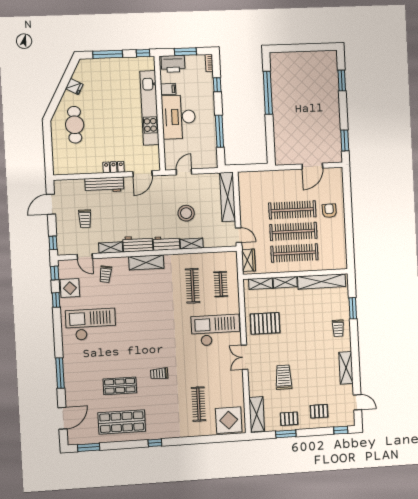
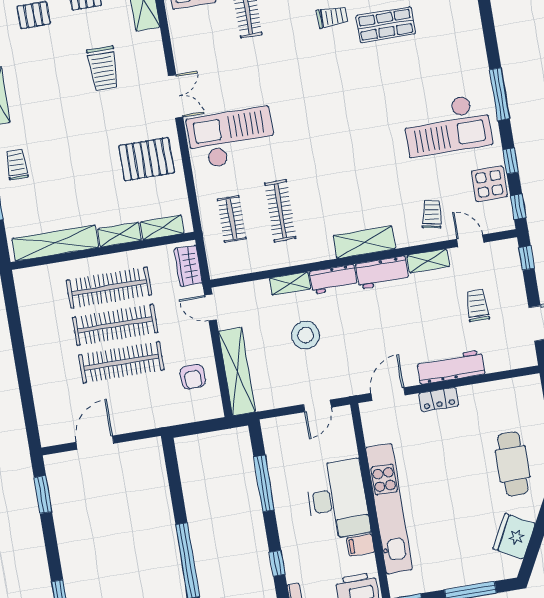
fridge: (74, 86) -> (514, 536), width x1.88, depth x1.34
armchair: (329, 211) -> (193, 377), moved
checkout: (216, 330) -> (231, 138), turned 180
window: (60, 373) -> (499, 94), moved
trolley: (159, 374) -> (332, 17), moved

